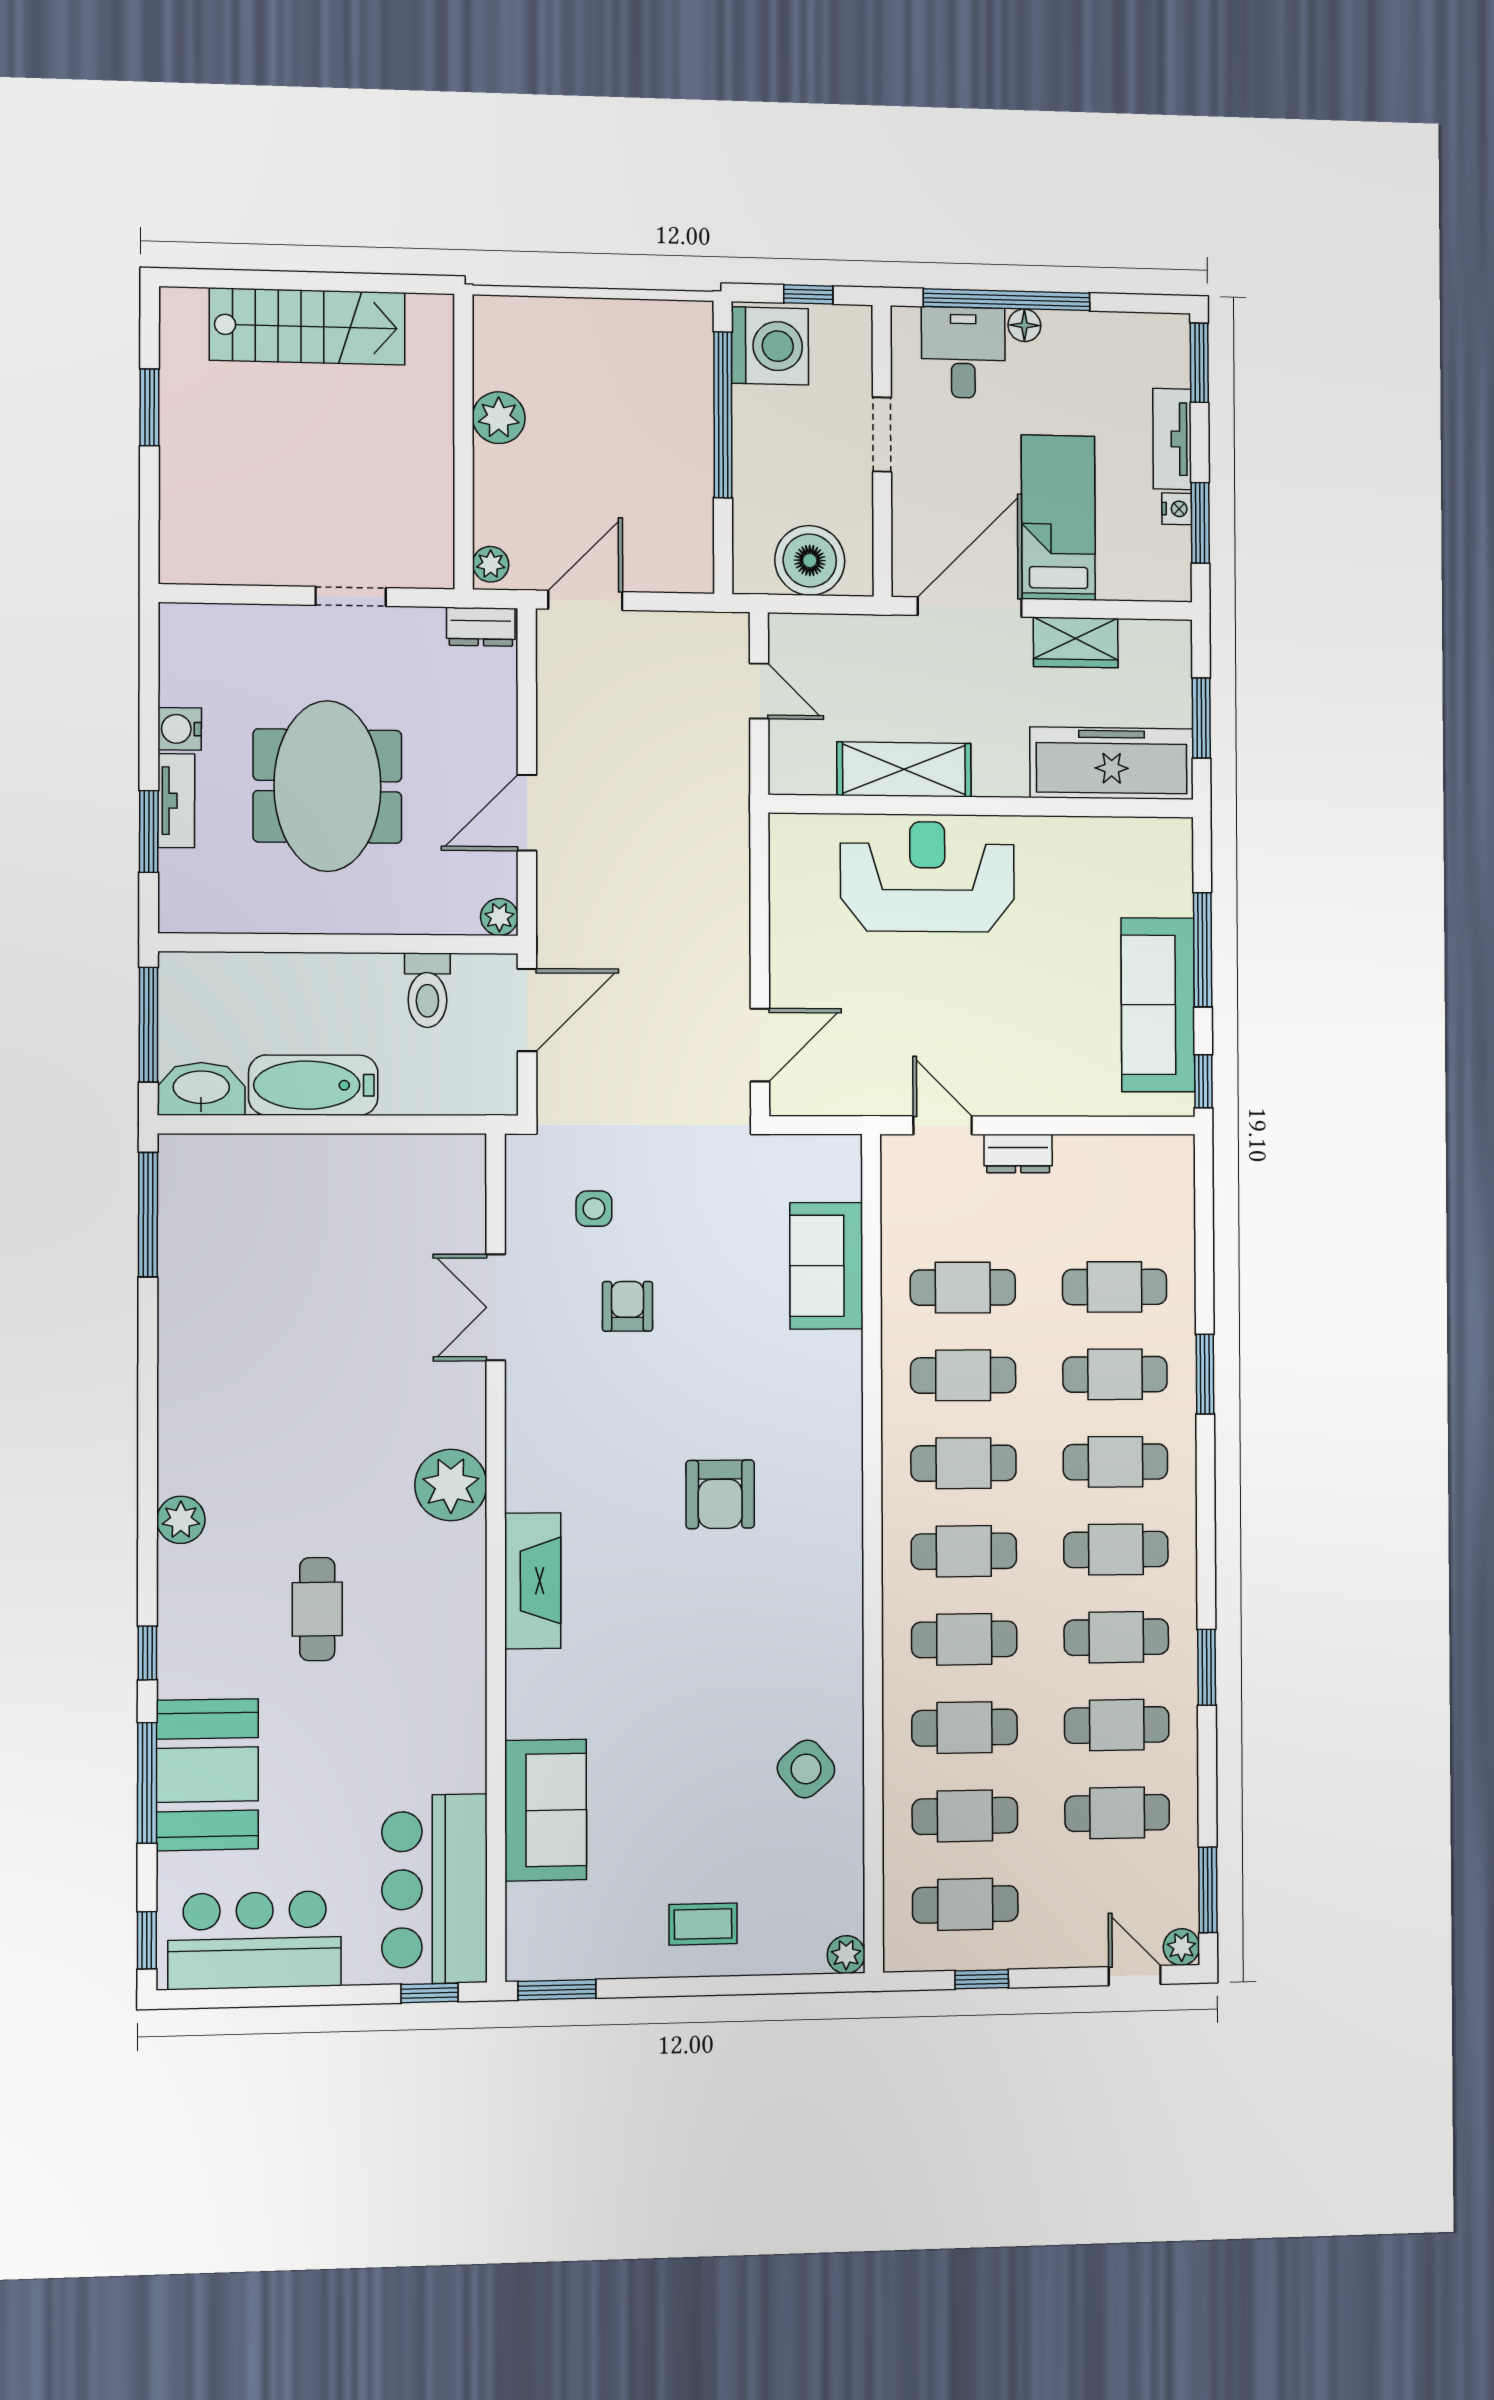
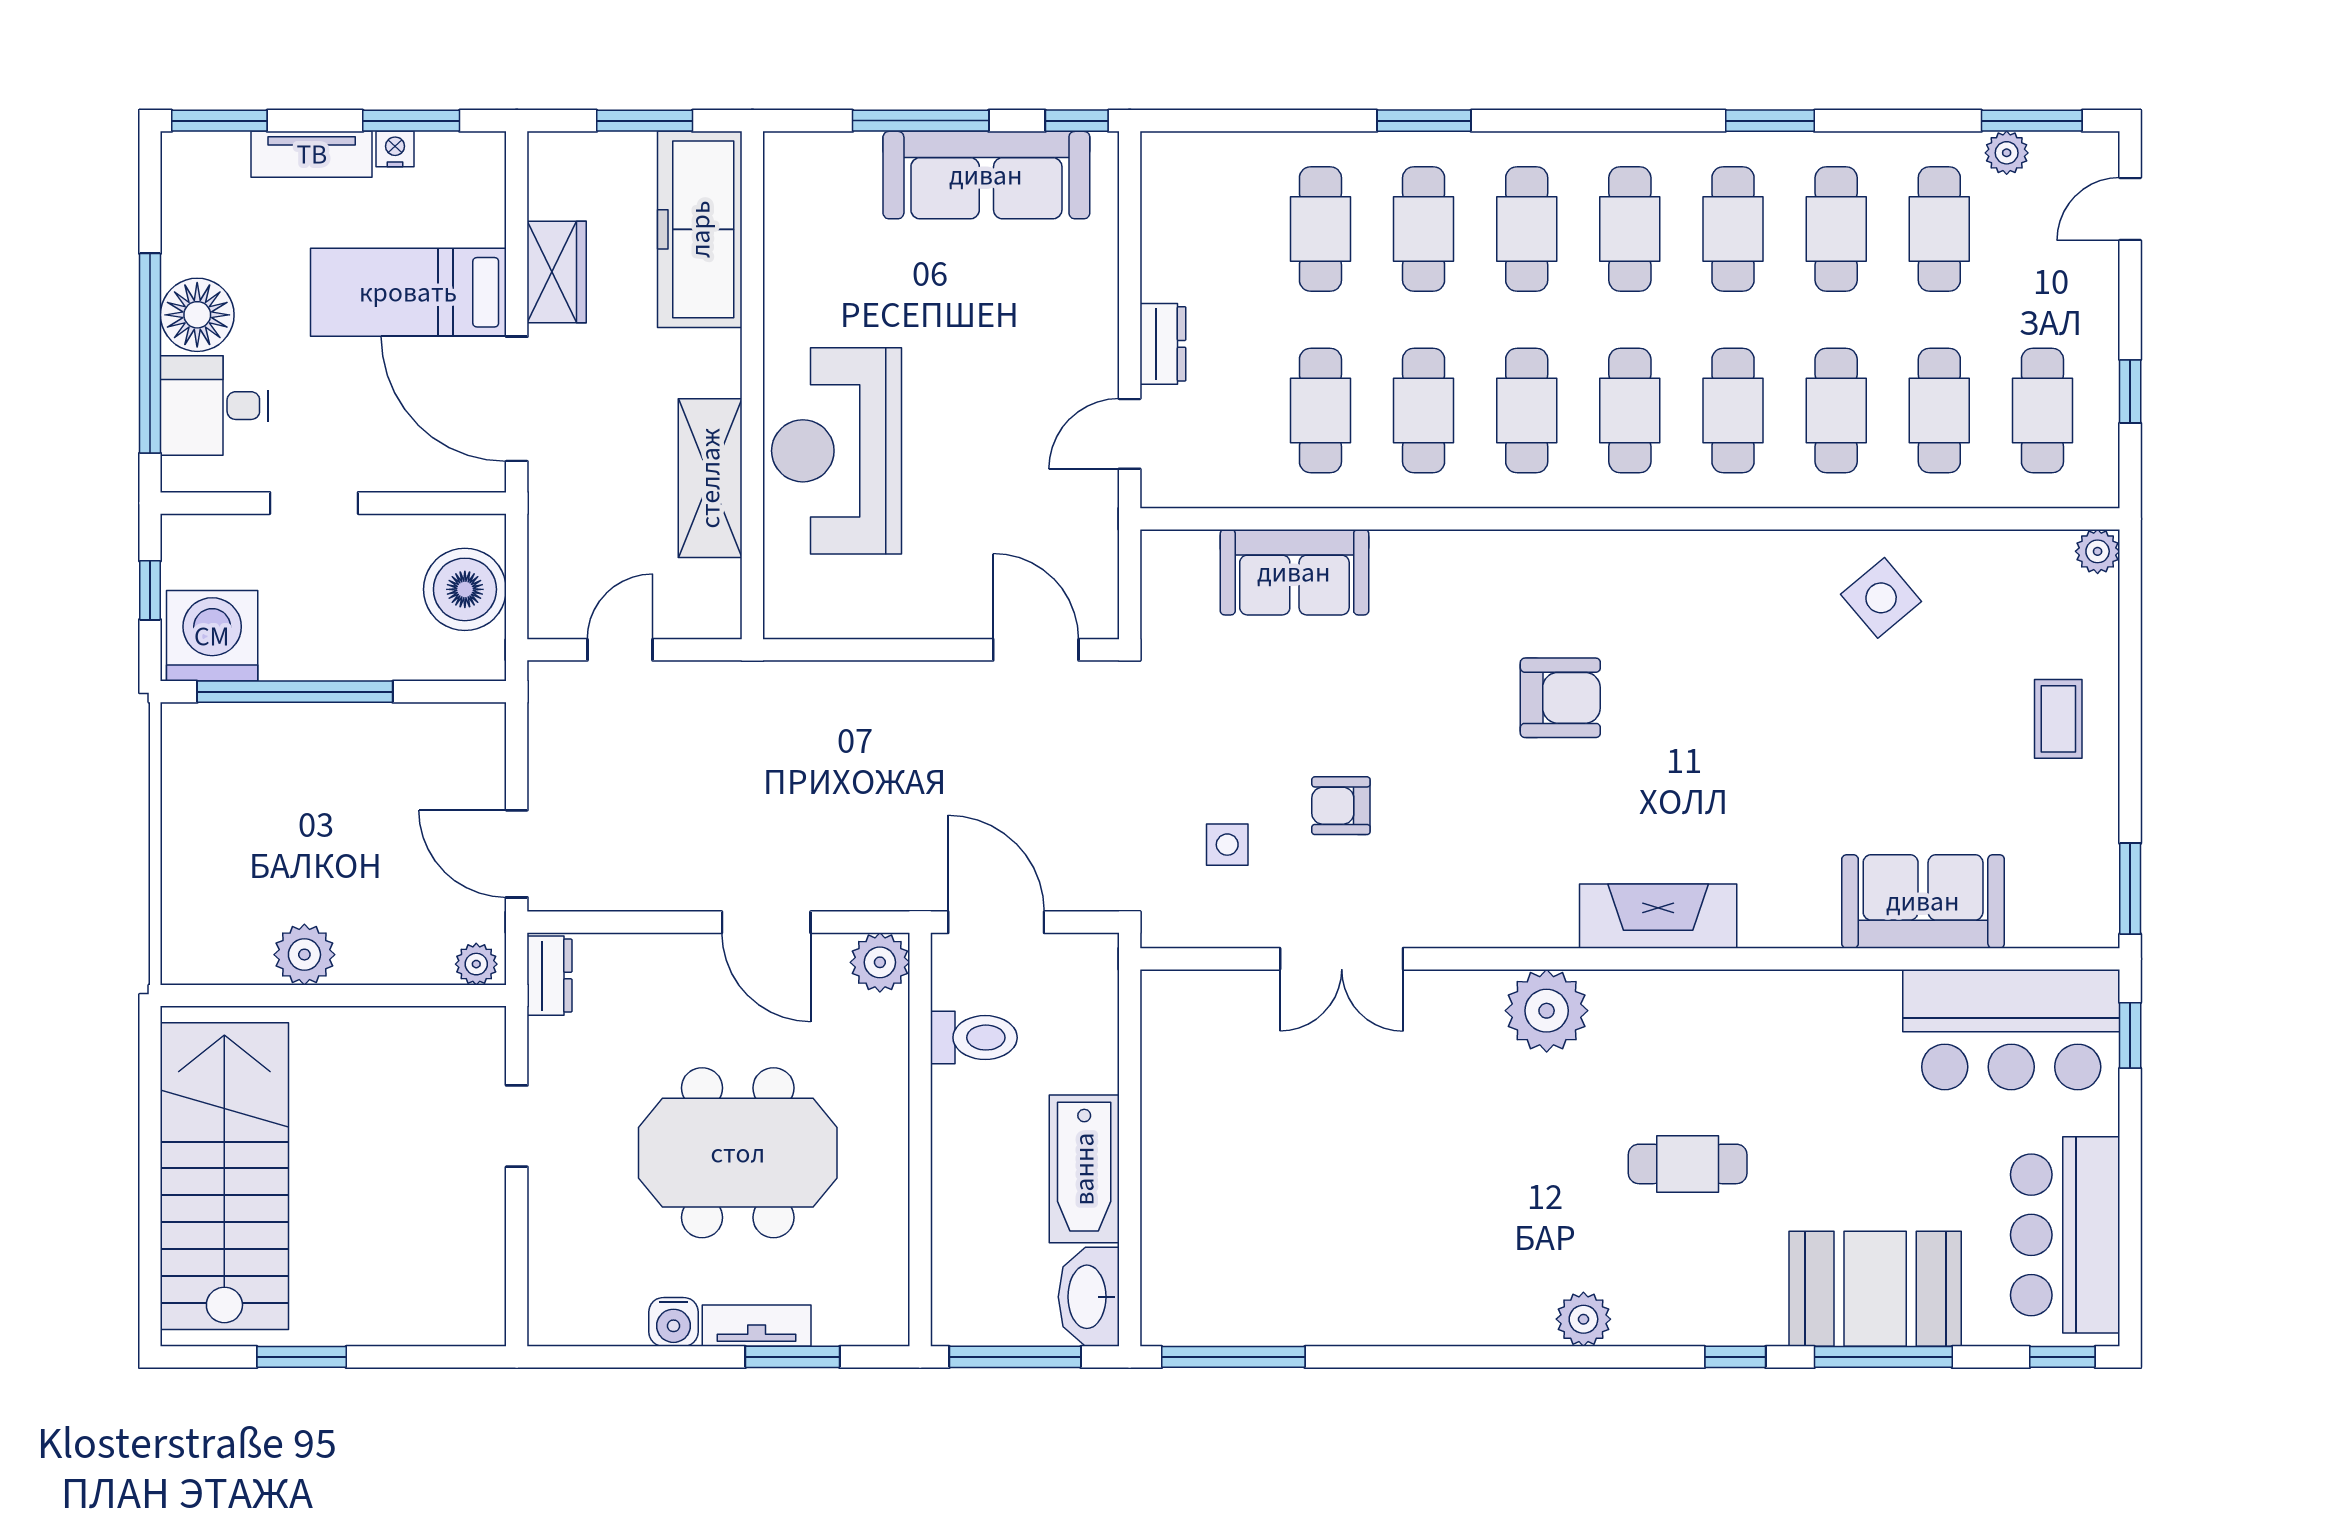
floor lamp: (1024, 325) -> (197, 315), width x1.89, depth x1.89
stairs: (307, 326) -> (224, 1176), width x1.36, depth x1.51
plant: (499, 917) -> (880, 962), width x1.38, depth x1.38
plant: (1181, 1947) -> (2007, 153), moved

